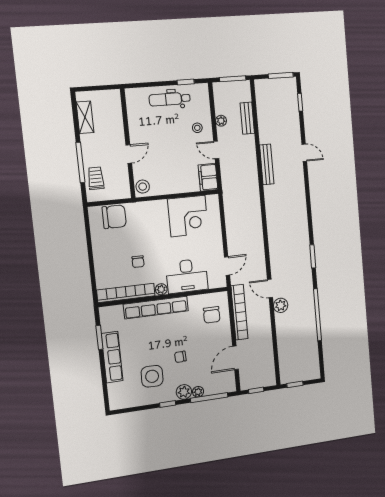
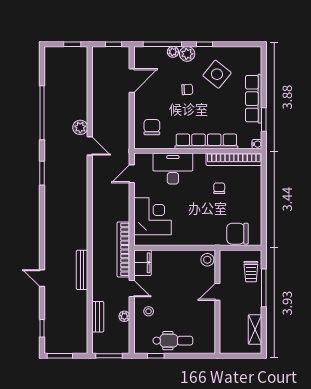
corner desk: (188, 216) -> (153, 216), moved, turned 90
plant: (161, 289) -> (199, 159), removed
water cooler: (104, 311) -> (257, 144), added
bookcase: (239, 312) -> (123, 249), moved
side table: (152, 376) -> (217, 74), turned 38

